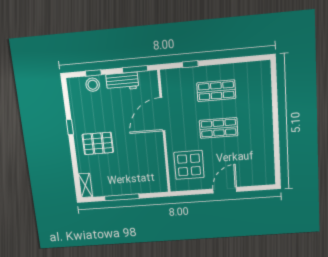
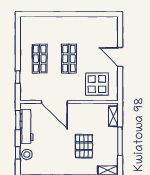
workbench: (122, 81) -> (26, 126), width x1.38
pallet: (98, 143) -> (84, 146), moved
shelving: (151, 187) -> (113, 116), added

